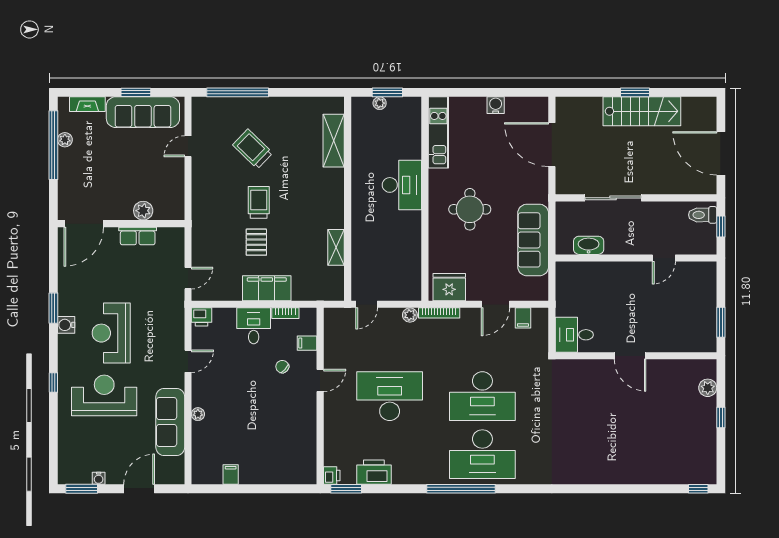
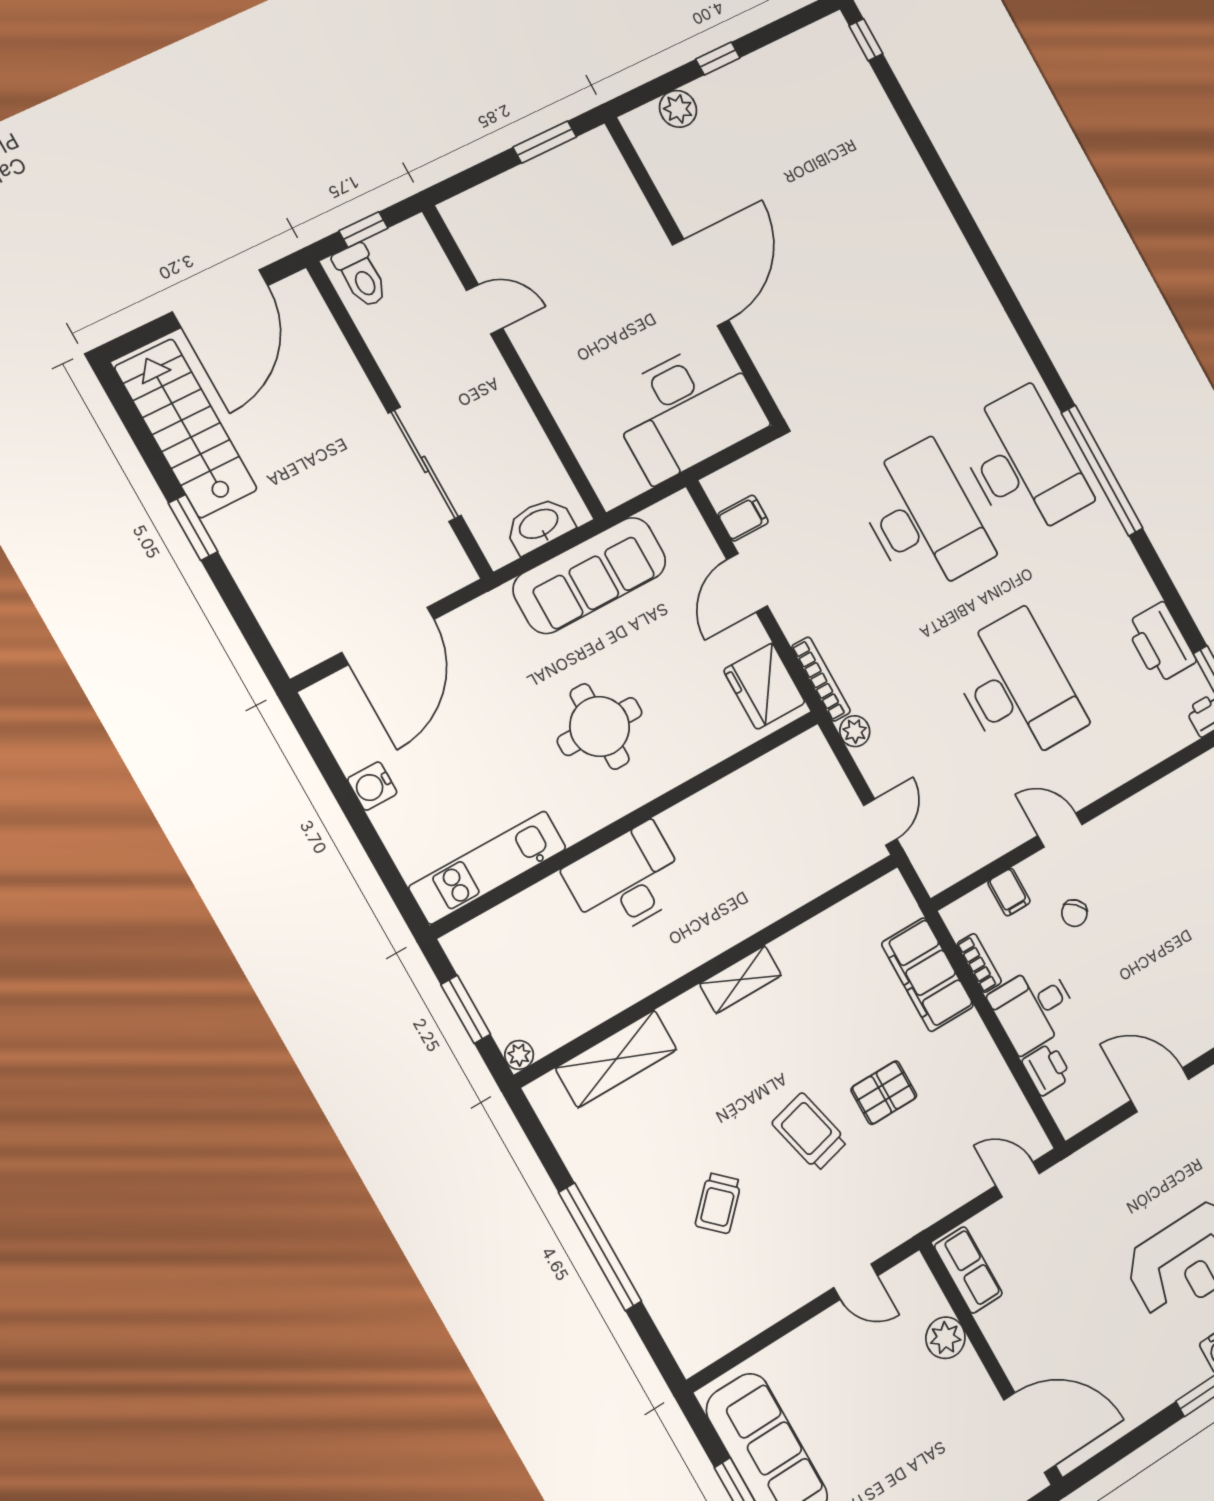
window: (238, 92) -> (600, 1247), moved
plant: (380, 103) -> (519, 1055), moved
stairs: (642, 111) -> (186, 428), moved
door: (188, 146) -> (856, 1282), moved
trolley: (253, 149) -> (718, 1203), width x0.73, depth x0.72
trolley: (259, 202) -> (810, 1132), turned 76
row of seats: (138, 236) -> (968, 1270), moved
washbasin: (589, 245) -> (539, 525), moved, turned 90
shelving: (336, 247) -> (740, 980), moved
filing cabinet: (267, 288) -> (928, 975), moved
door: (367, 304) -> (880, 822), hinge flipped
door: (495, 304) -> (747, 583), swing flipped
printer: (202, 317) -> (1047, 1069), moved
desk: (574, 335) -> (687, 410), width x1.87, depth x1.30
door: (630, 356) -> (701, 282), width x1.36
door: (188, 361) -> (1160, 1090), width x1.38
desk: (390, 396) -> (1017, 688), turned 180

